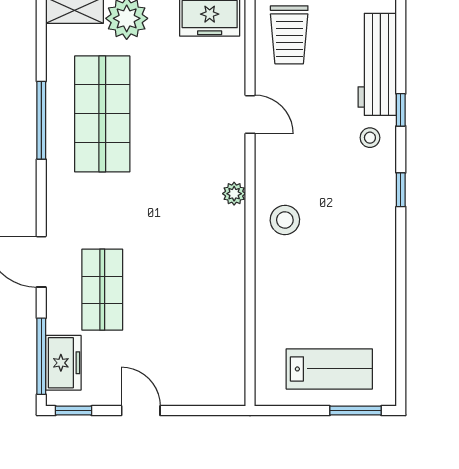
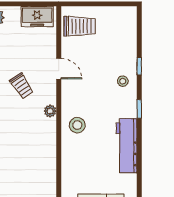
trolley: (289, 35) -> (80, 26), turned -90
workbench: (377, 64) -> (127, 146), moved
trolley: (181, 147) -> (22, 86), added

